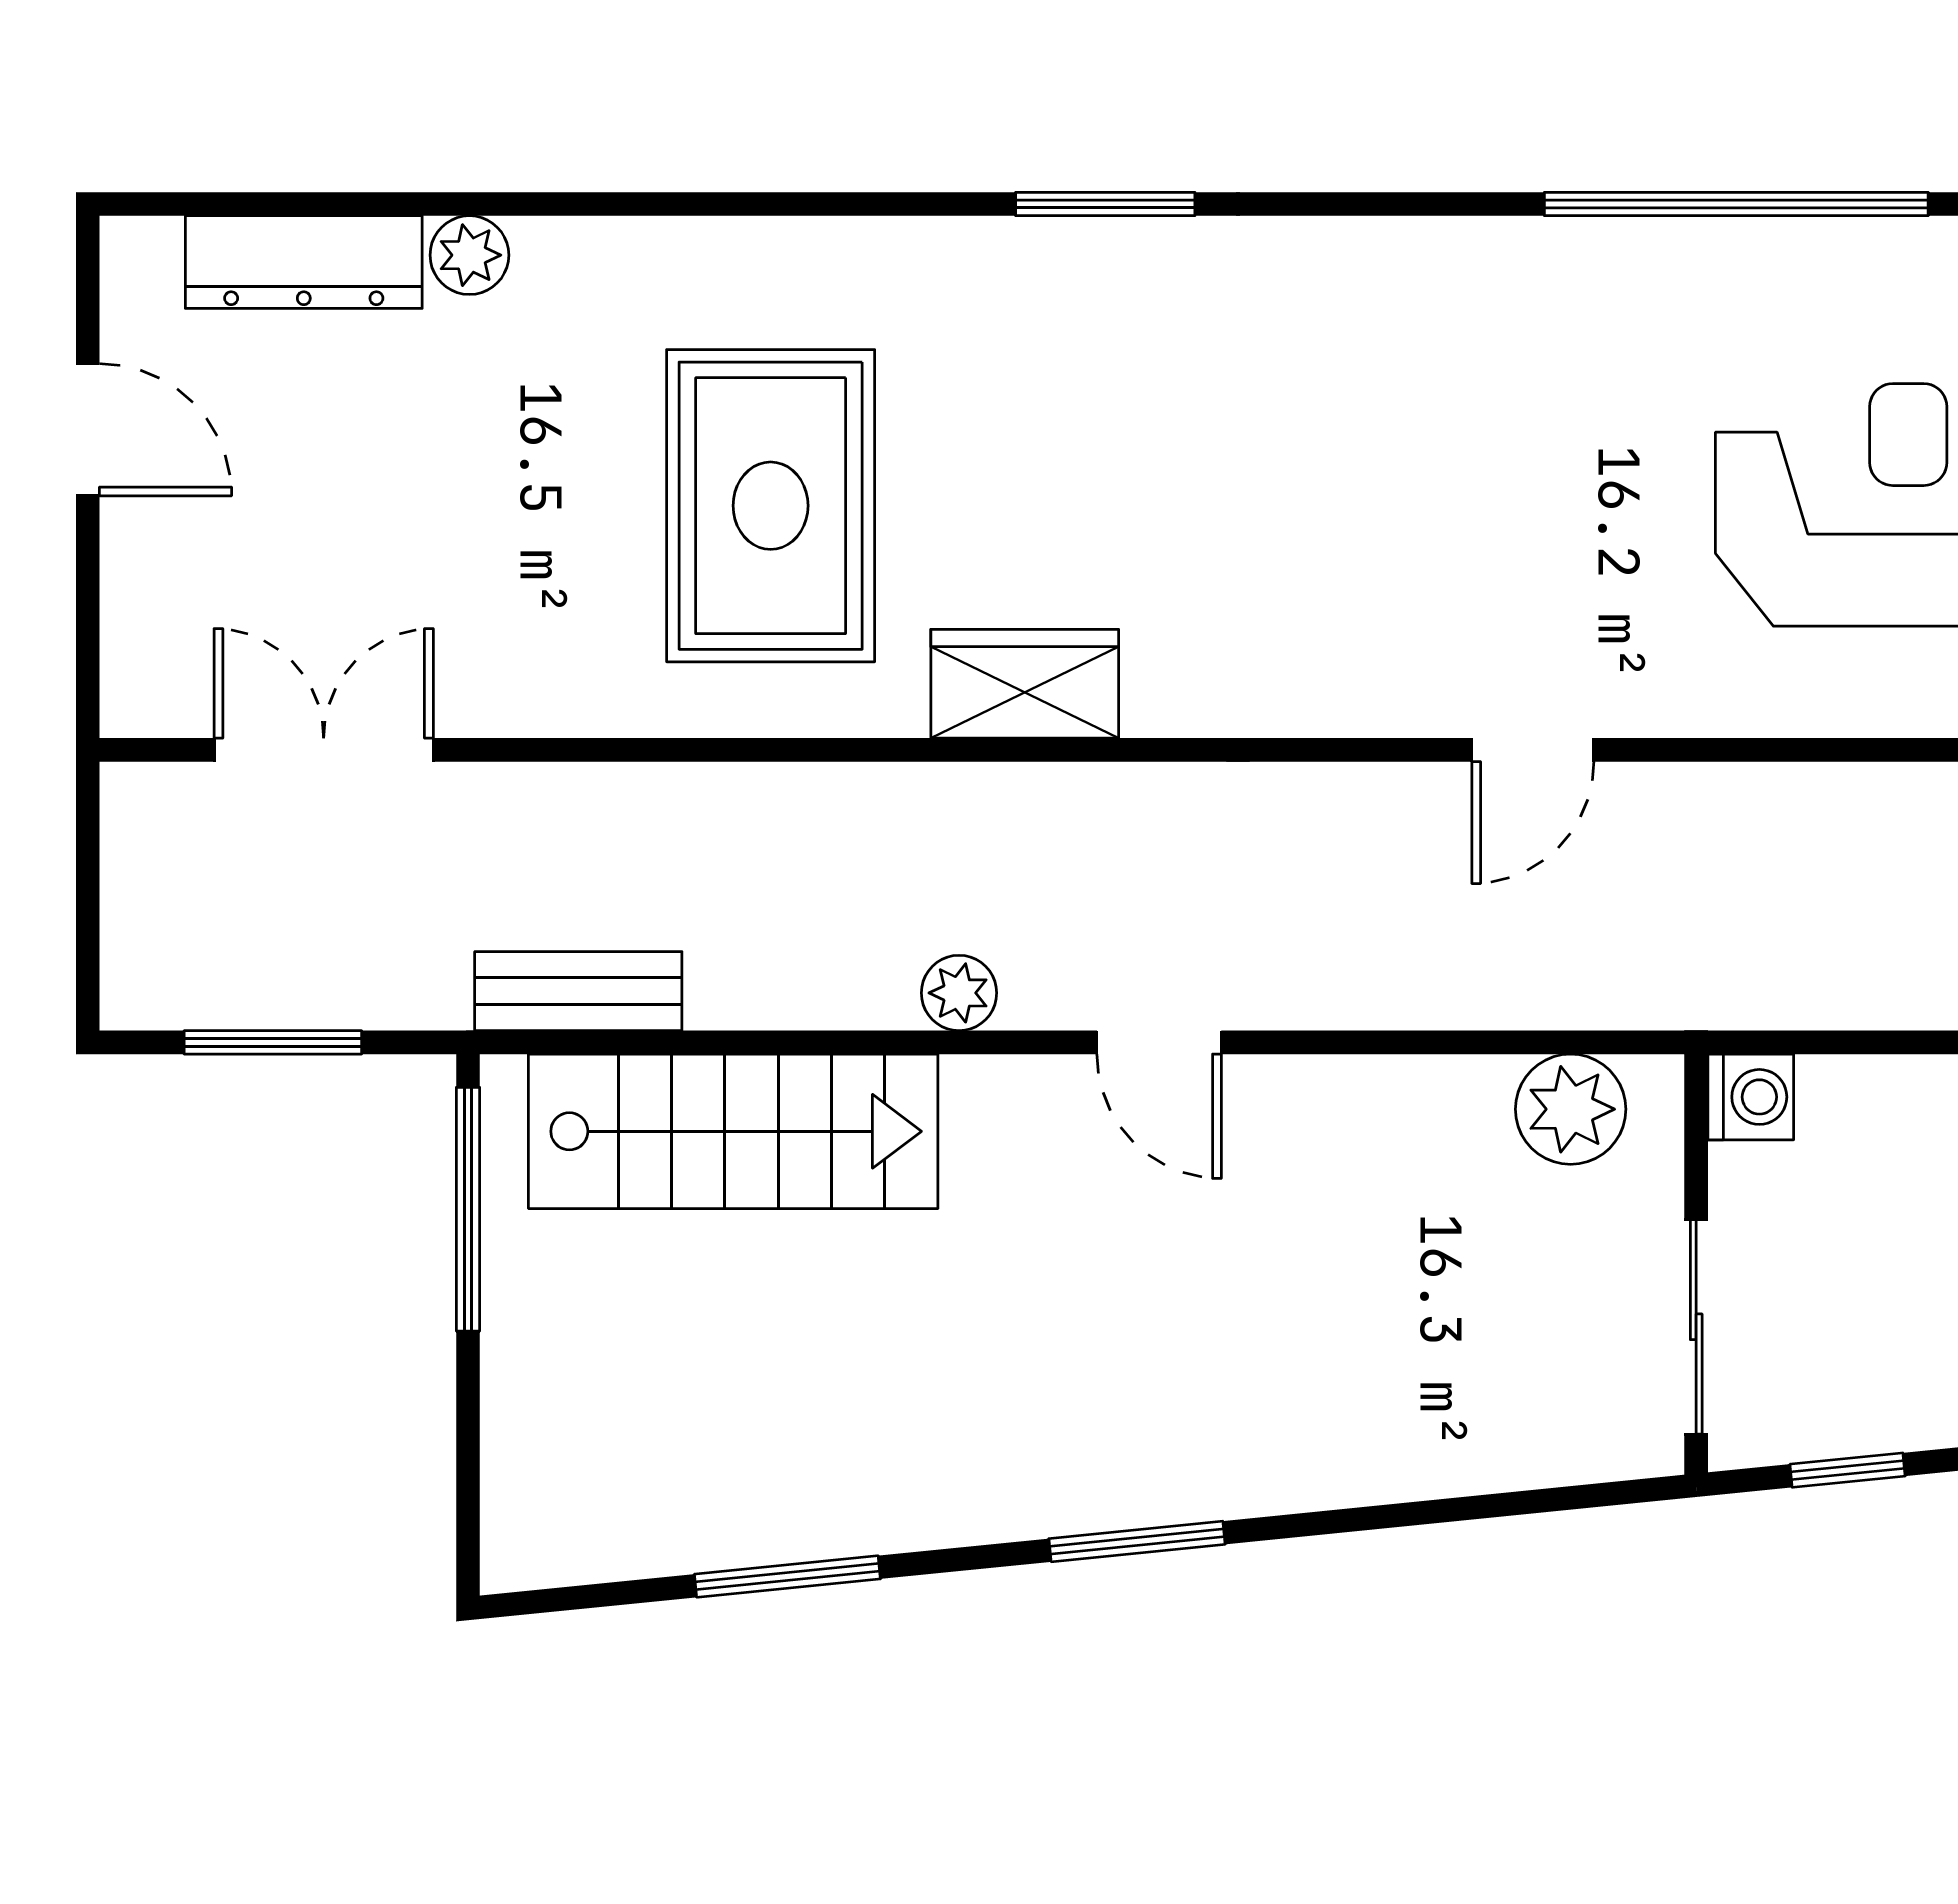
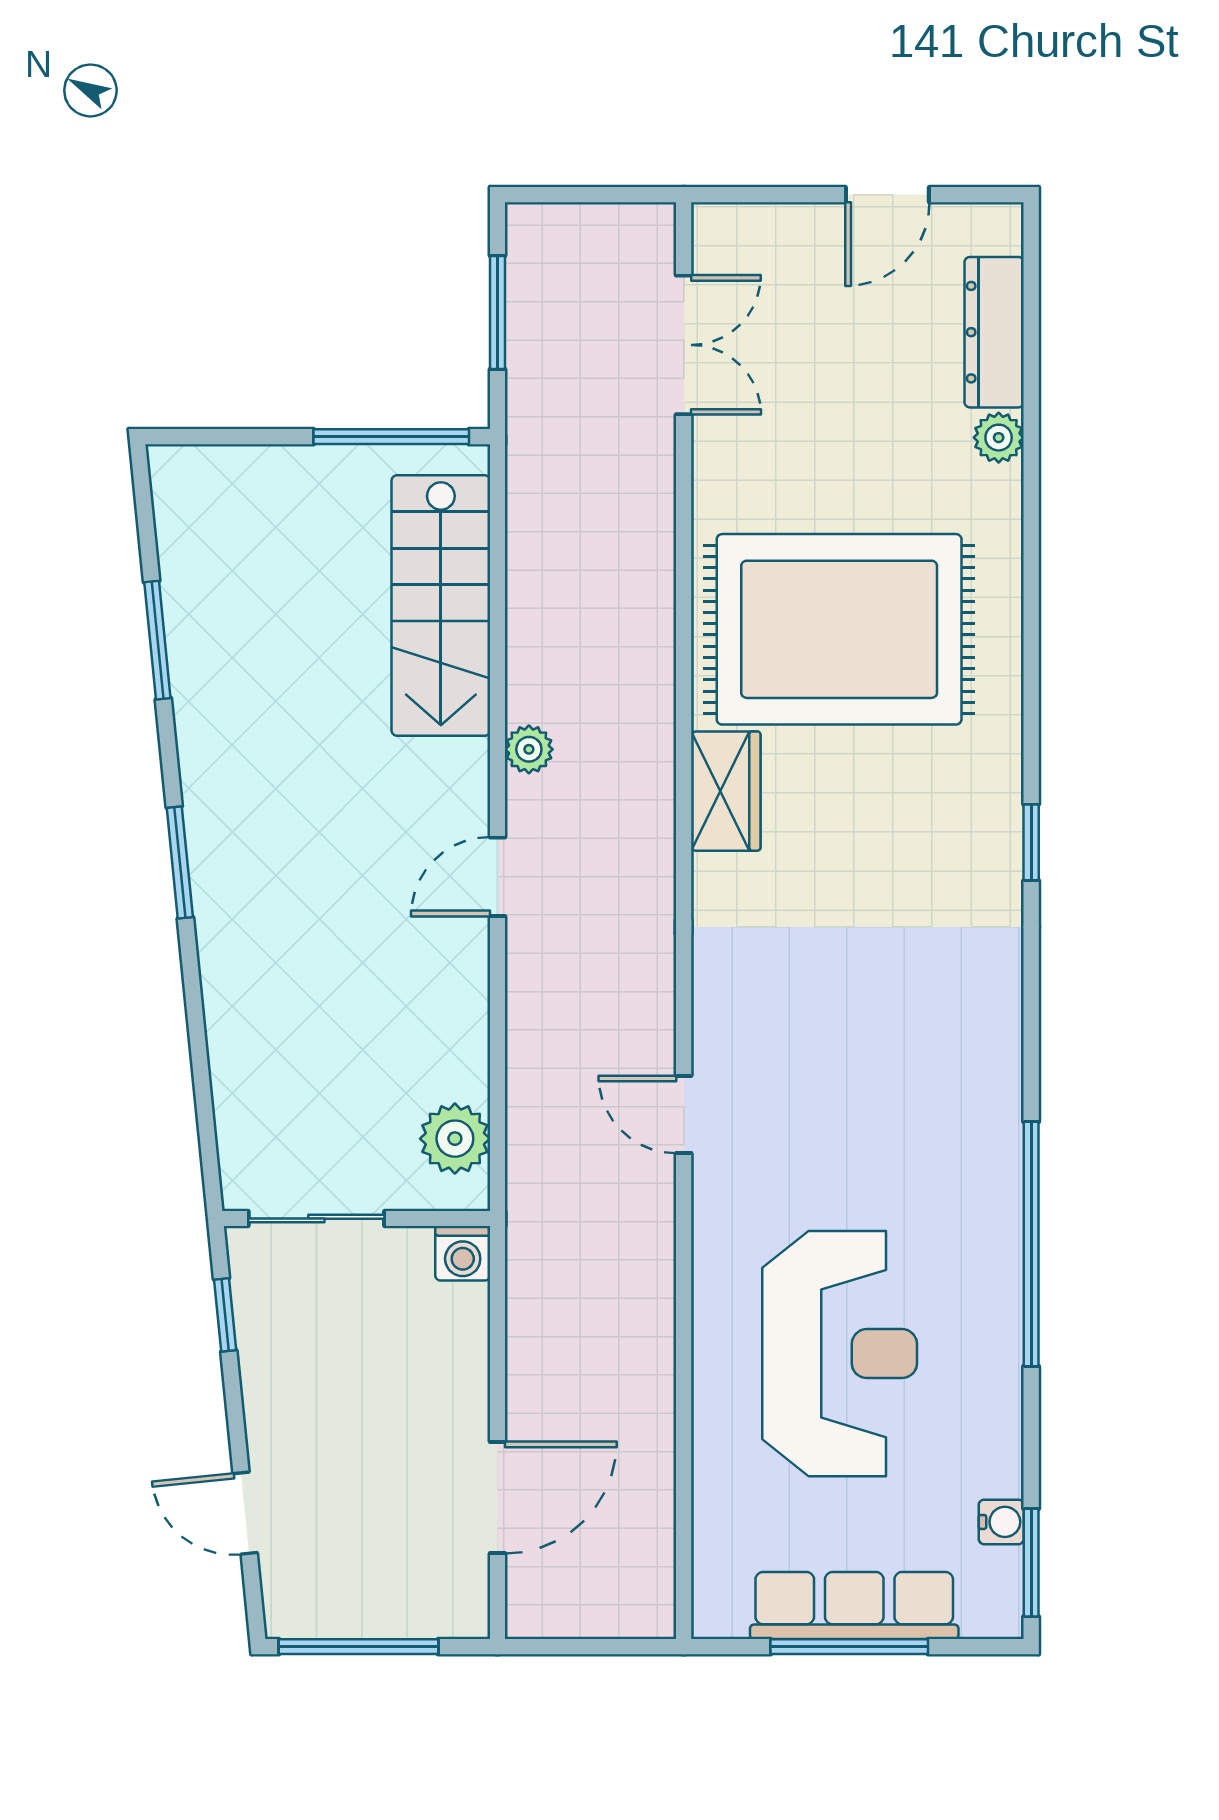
window: (1105, 204) -> (1031, 842), width x0.67
rug: (771, 506) -> (839, 629), width x1.37, depth x1.44
bench: (578, 991) -> (530, 507), removed

